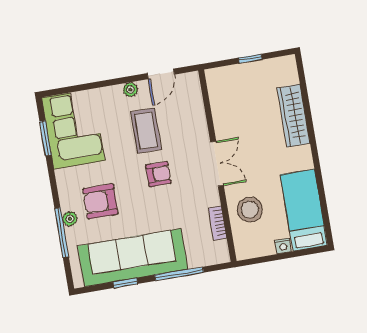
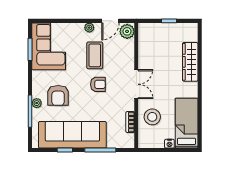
plant: (189, 86) -> (127, 31), added
armchair: (100, 201) -> (58, 95), turned -90

